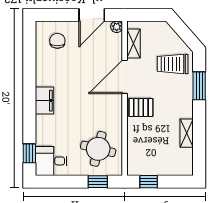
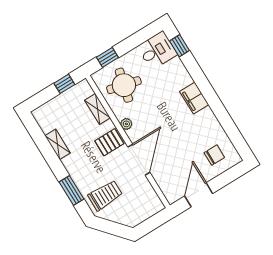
plant: (117, 27) -> (126, 124), moved
chair: (57, 41) -> (214, 155), turned -90
shelving: (134, 43) -> (98, 109), moved

